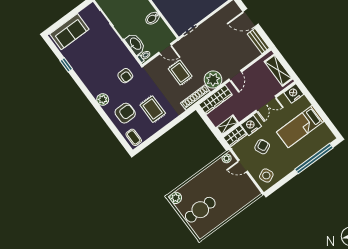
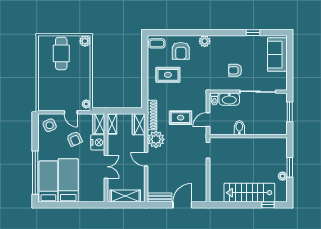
armchair: (125, 76) -> (235, 70), moved
nightstand: (294, 93) -> (98, 195), removed
wardrobe: (216, 100) -> (139, 124), width x0.67
double door: (266, 104) -> (106, 167), swing flipped
bed: (313, 142) -> (48, 182), added
door: (243, 166) -> (71, 112), swing flipped

